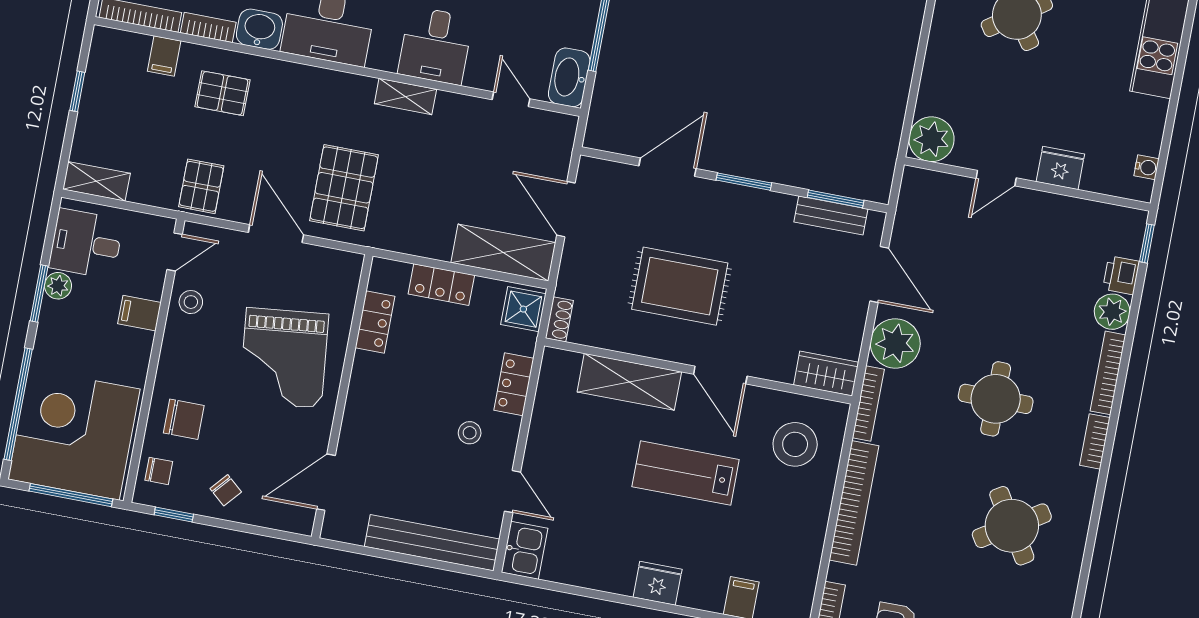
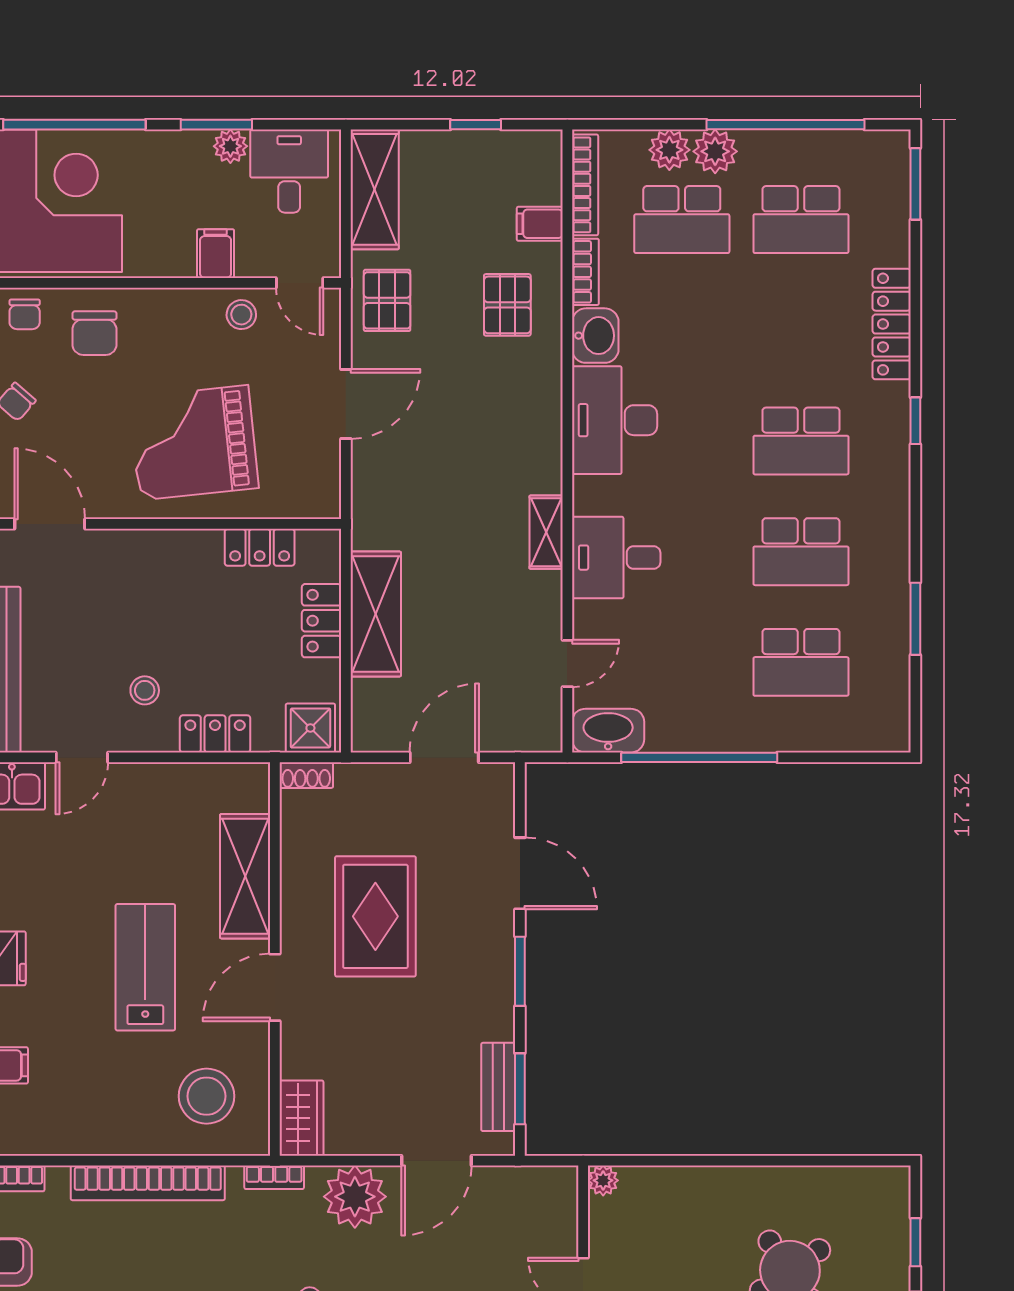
plant: (931, 139) -> (603, 1180), width x0.53, depth x0.53
shelving: (96, 181) -> (375, 189), width x1.50, depth x1.33
pallet: (201, 186) -> (387, 300), turned 90
pallet: (344, 188) -> (419, 477), removed
shelving: (503, 253) -> (376, 614), moved
bookcase: (868, 404) -> (274, 1177), width x0.64

